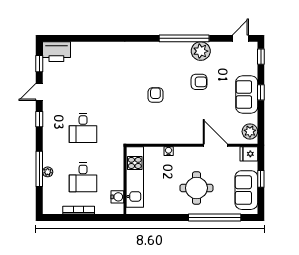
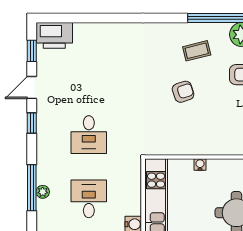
coffee table: (166, 64) -> (197, 51), added
armchair: (155, 95) -> (183, 92), turned 72
desk: (83, 177) -> (89, 199), turned 180

